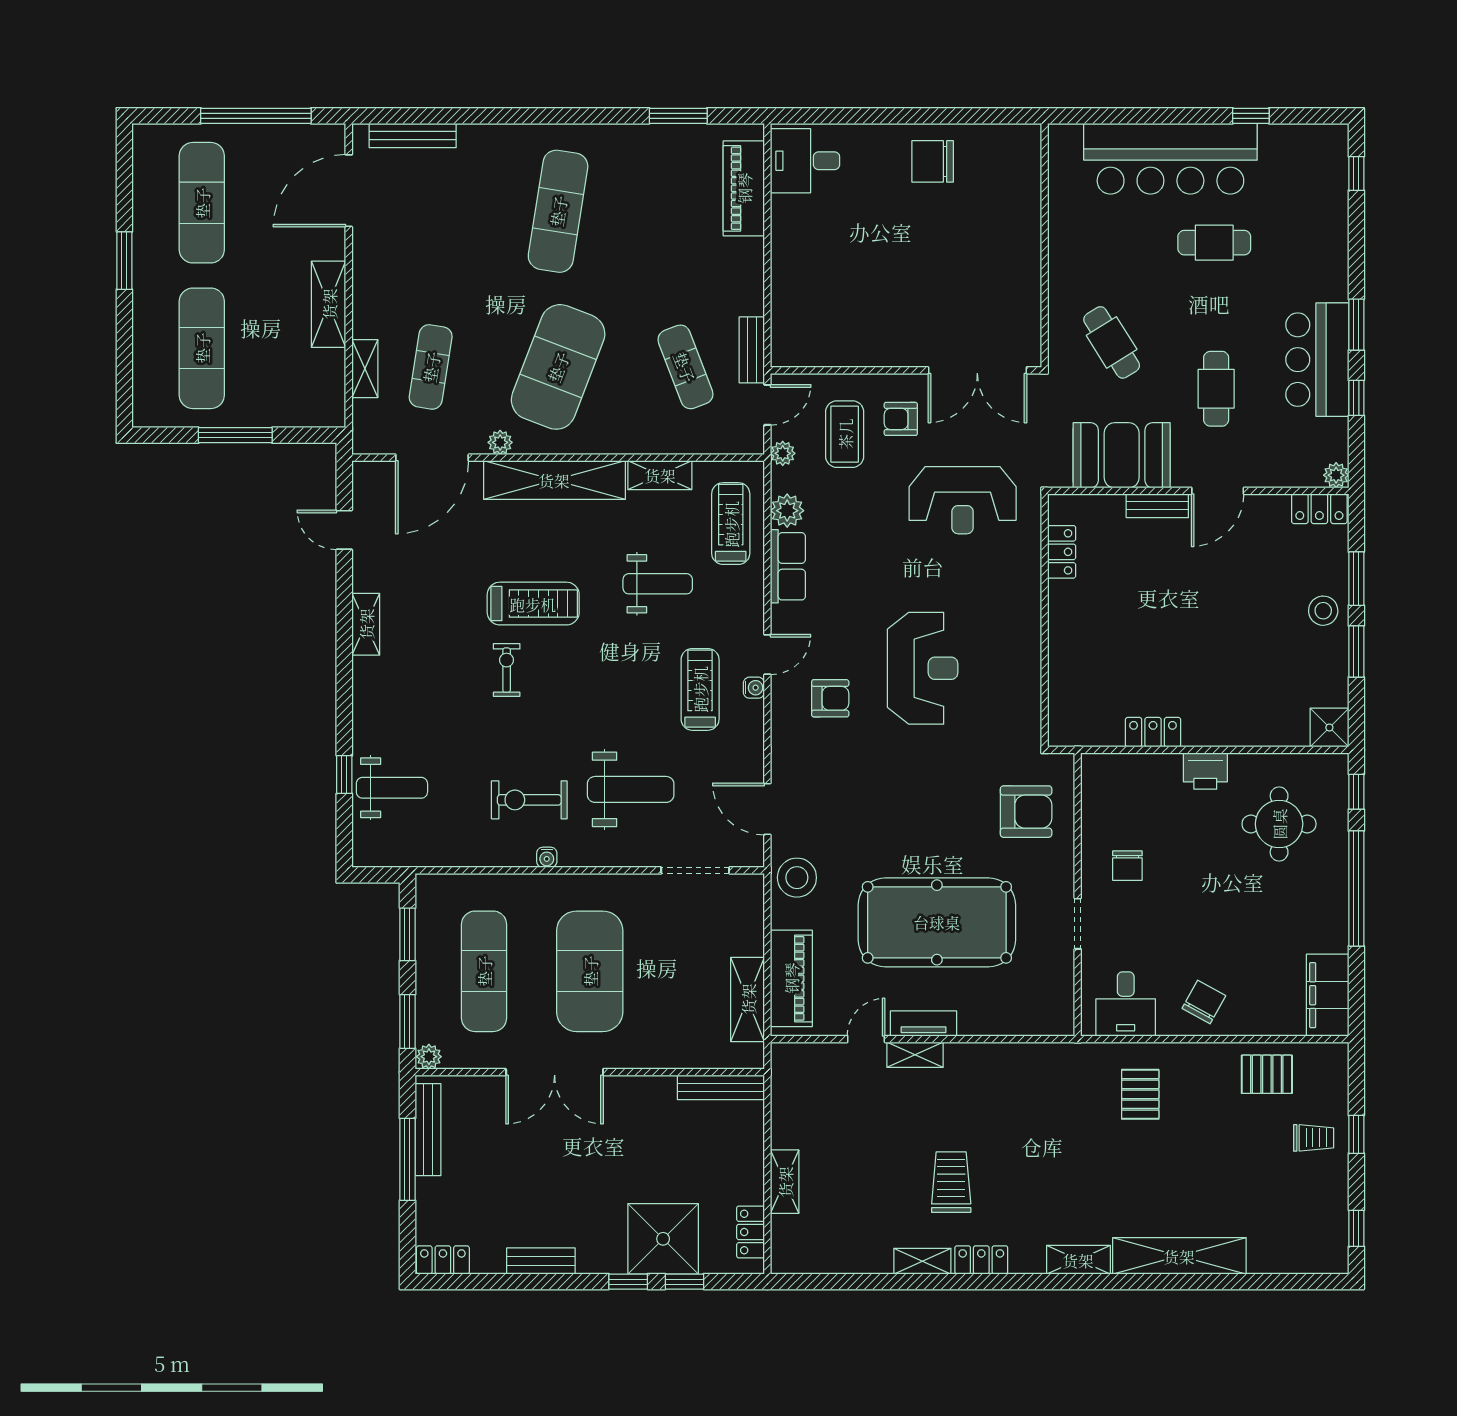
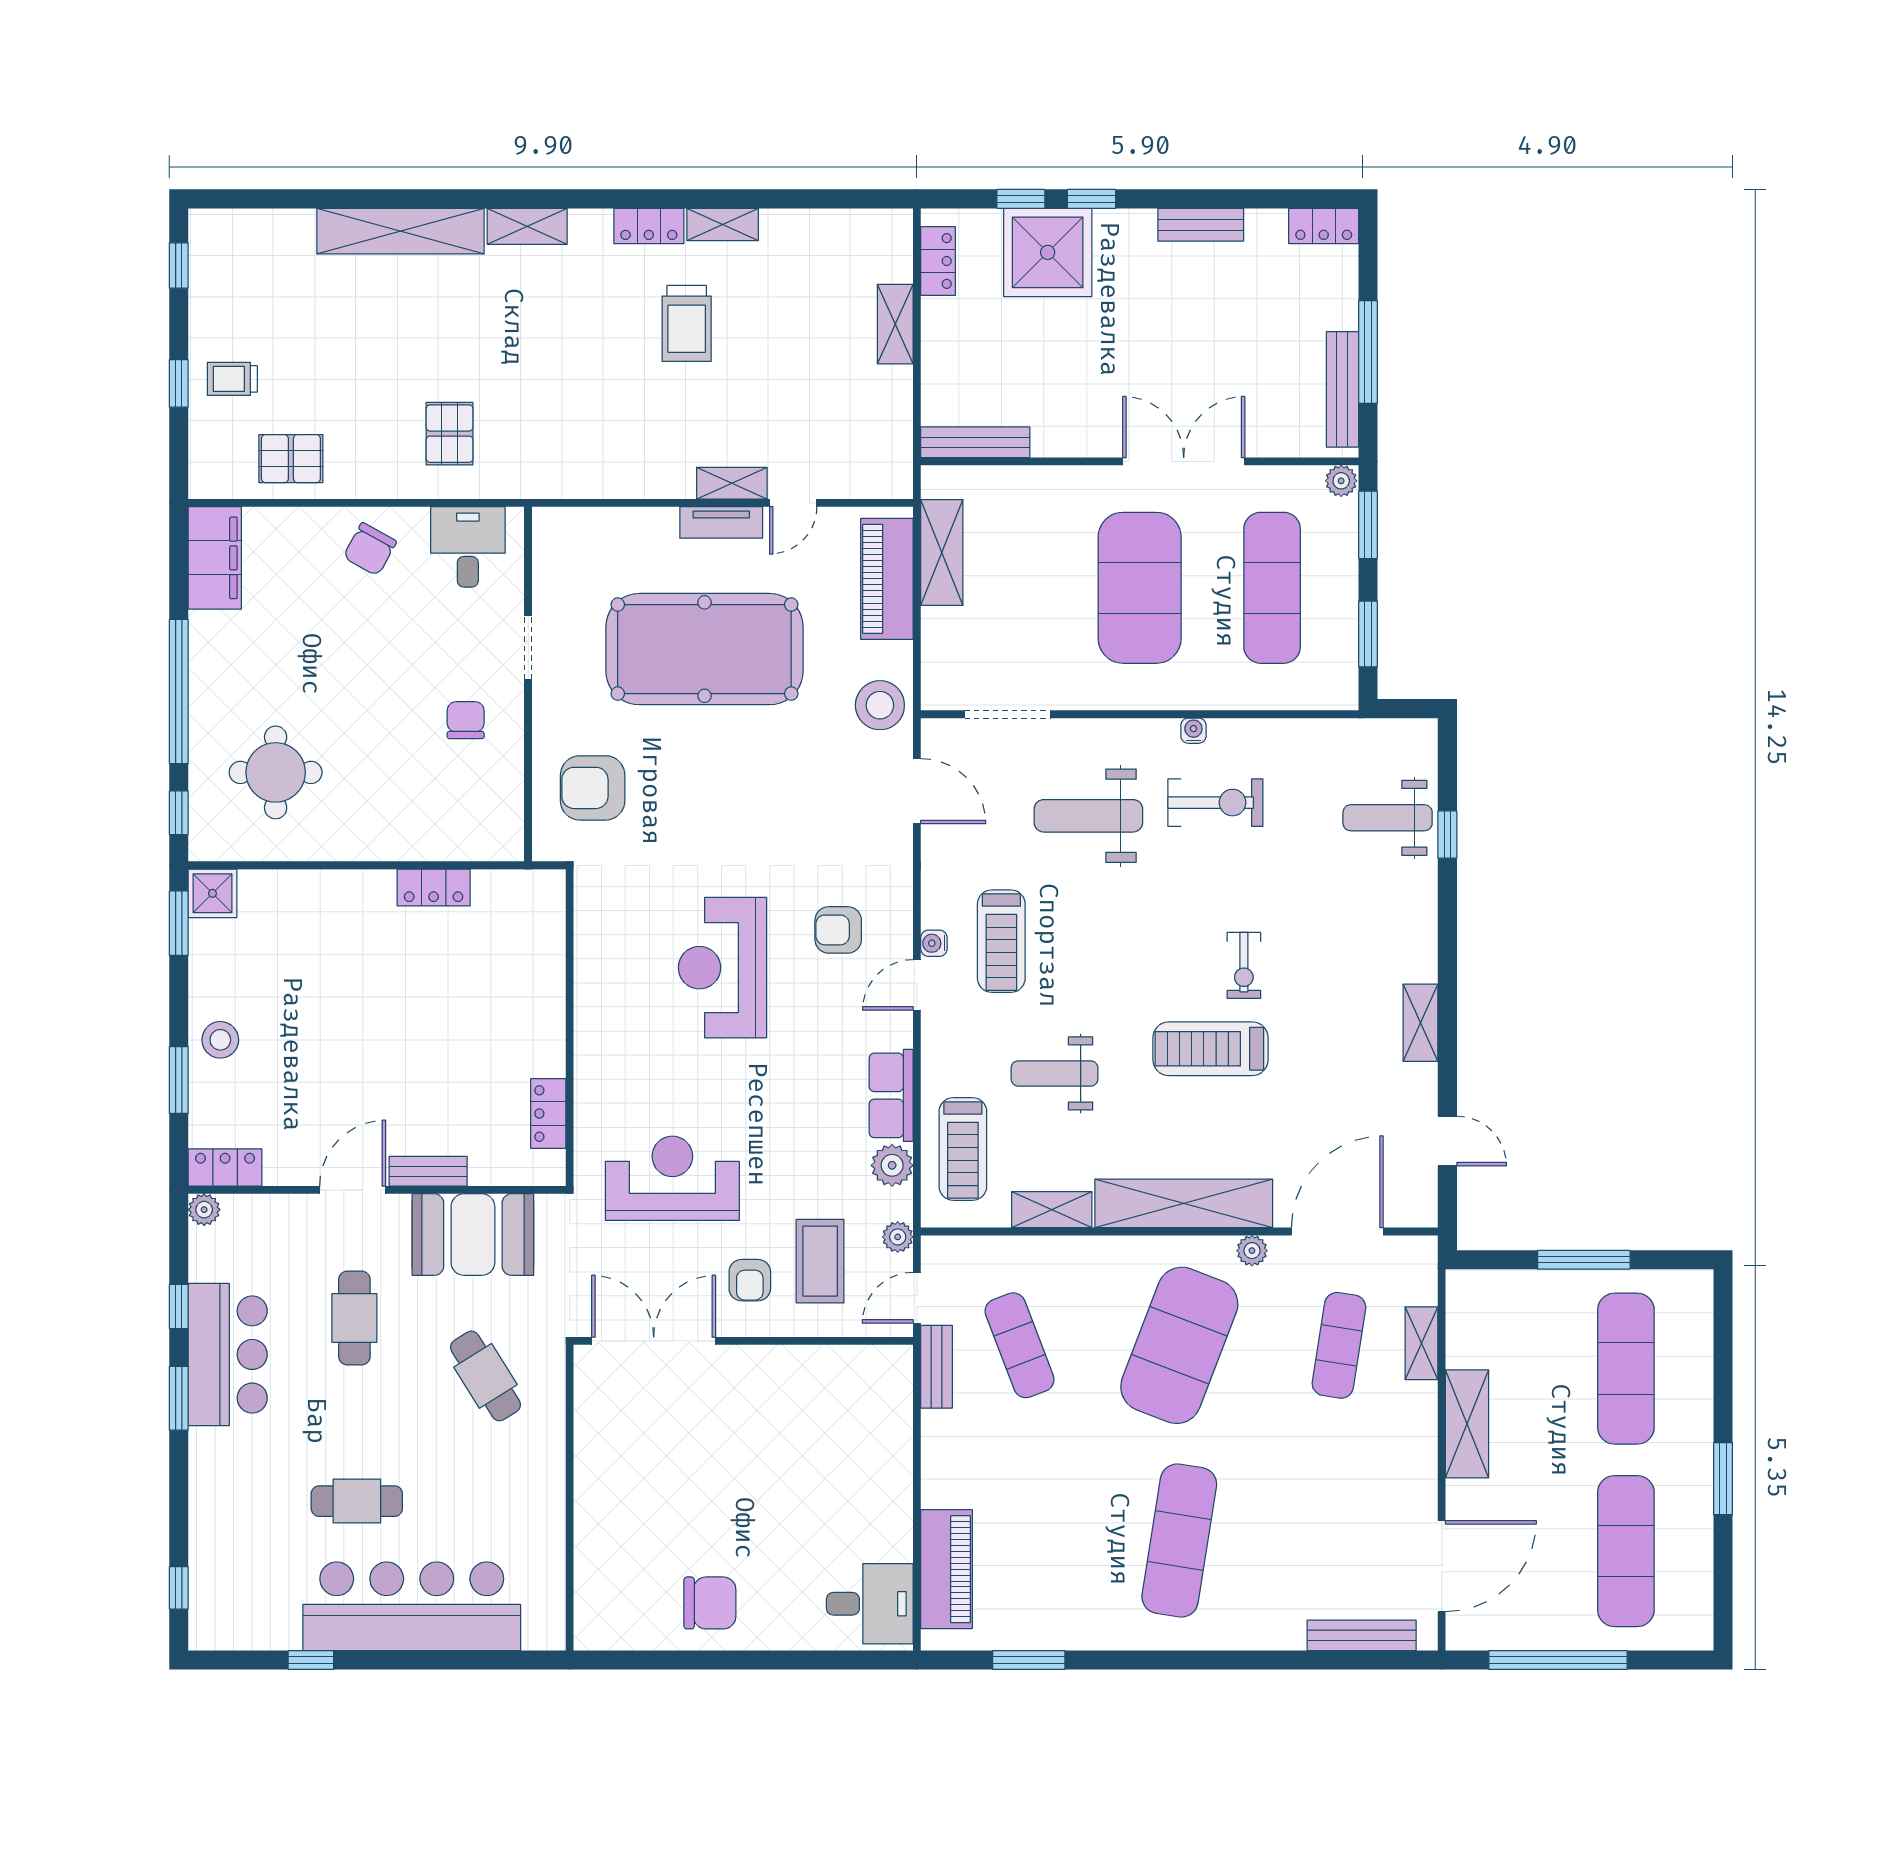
armchair: (901, 419) -> (750, 1280), turned 90
window: (1356, 651) -> (179, 923), moved
printer: (1205, 771) -> (368, 839), removed

